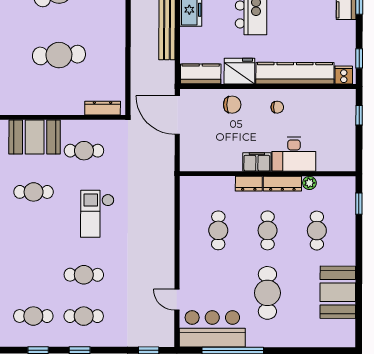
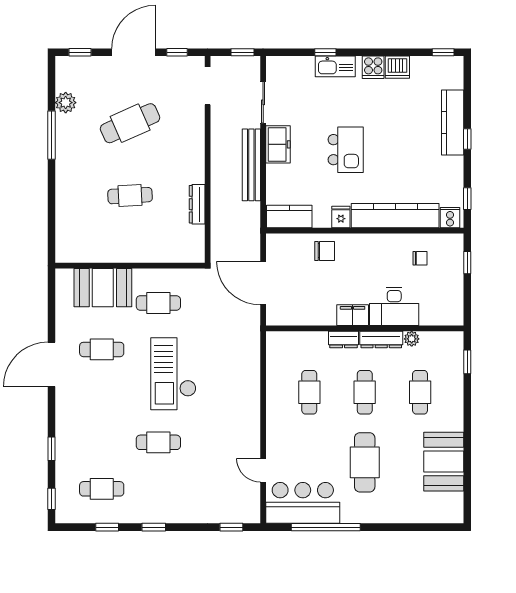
cafe table: (59, 55) -> (130, 196), width x0.73, depth x0.74
fridge: (239, 71) -> (341, 217), width x0.53, depth x0.75
chair: (277, 107) -> (420, 258), moved
dresser: (103, 108) -> (197, 204), moved, turned -90
door: (177, 115) -> (263, 283), moved
checkout: (97, 214) -> (173, 374), width x1.36, depth x1.21
cafe table: (84, 316) -> (158, 489), removed

